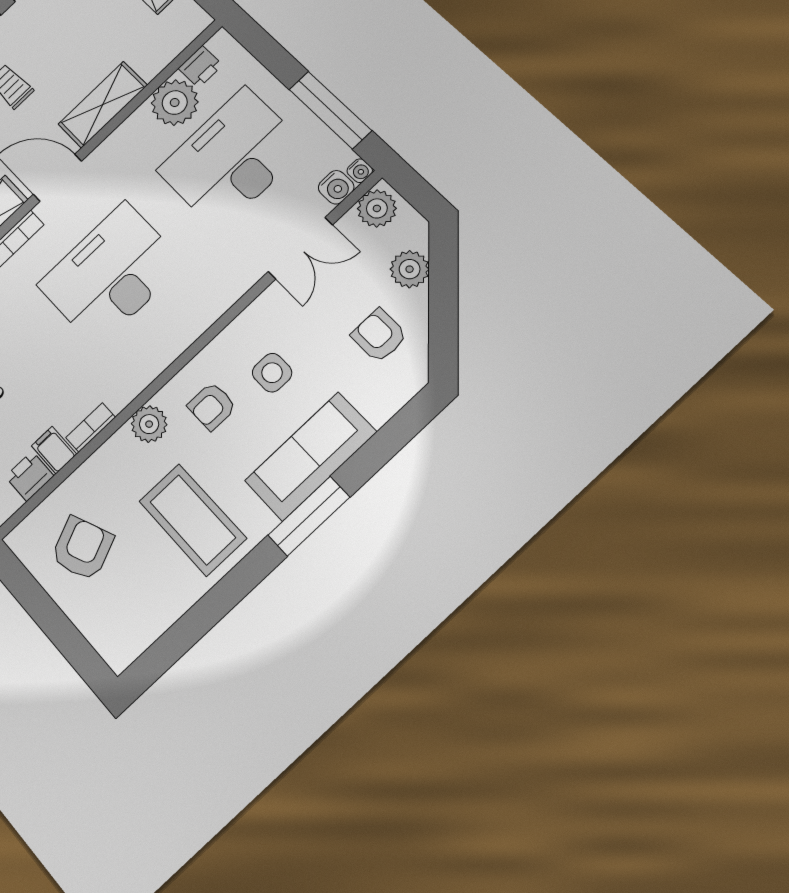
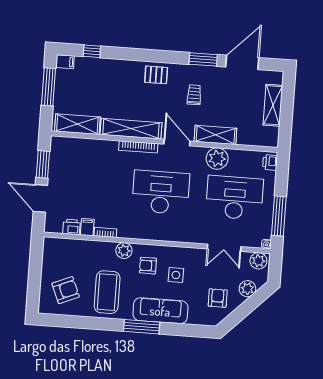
printer: (200, 67) -> (270, 162), moved, turned 90
plant: (175, 103) -> (217, 159), moved
water cooler: (336, 187) -> (254, 241), removed
armchair: (82, 548) -> (66, 290), moved

